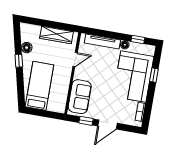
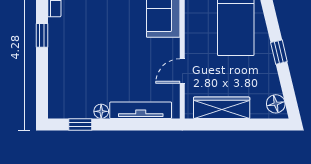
floor lamp: (27, 48) -> (276, 104), moved
window: (154, 75) -> (42, 35), moved
corner sofa: (133, 77) -> (77, 59), removed

